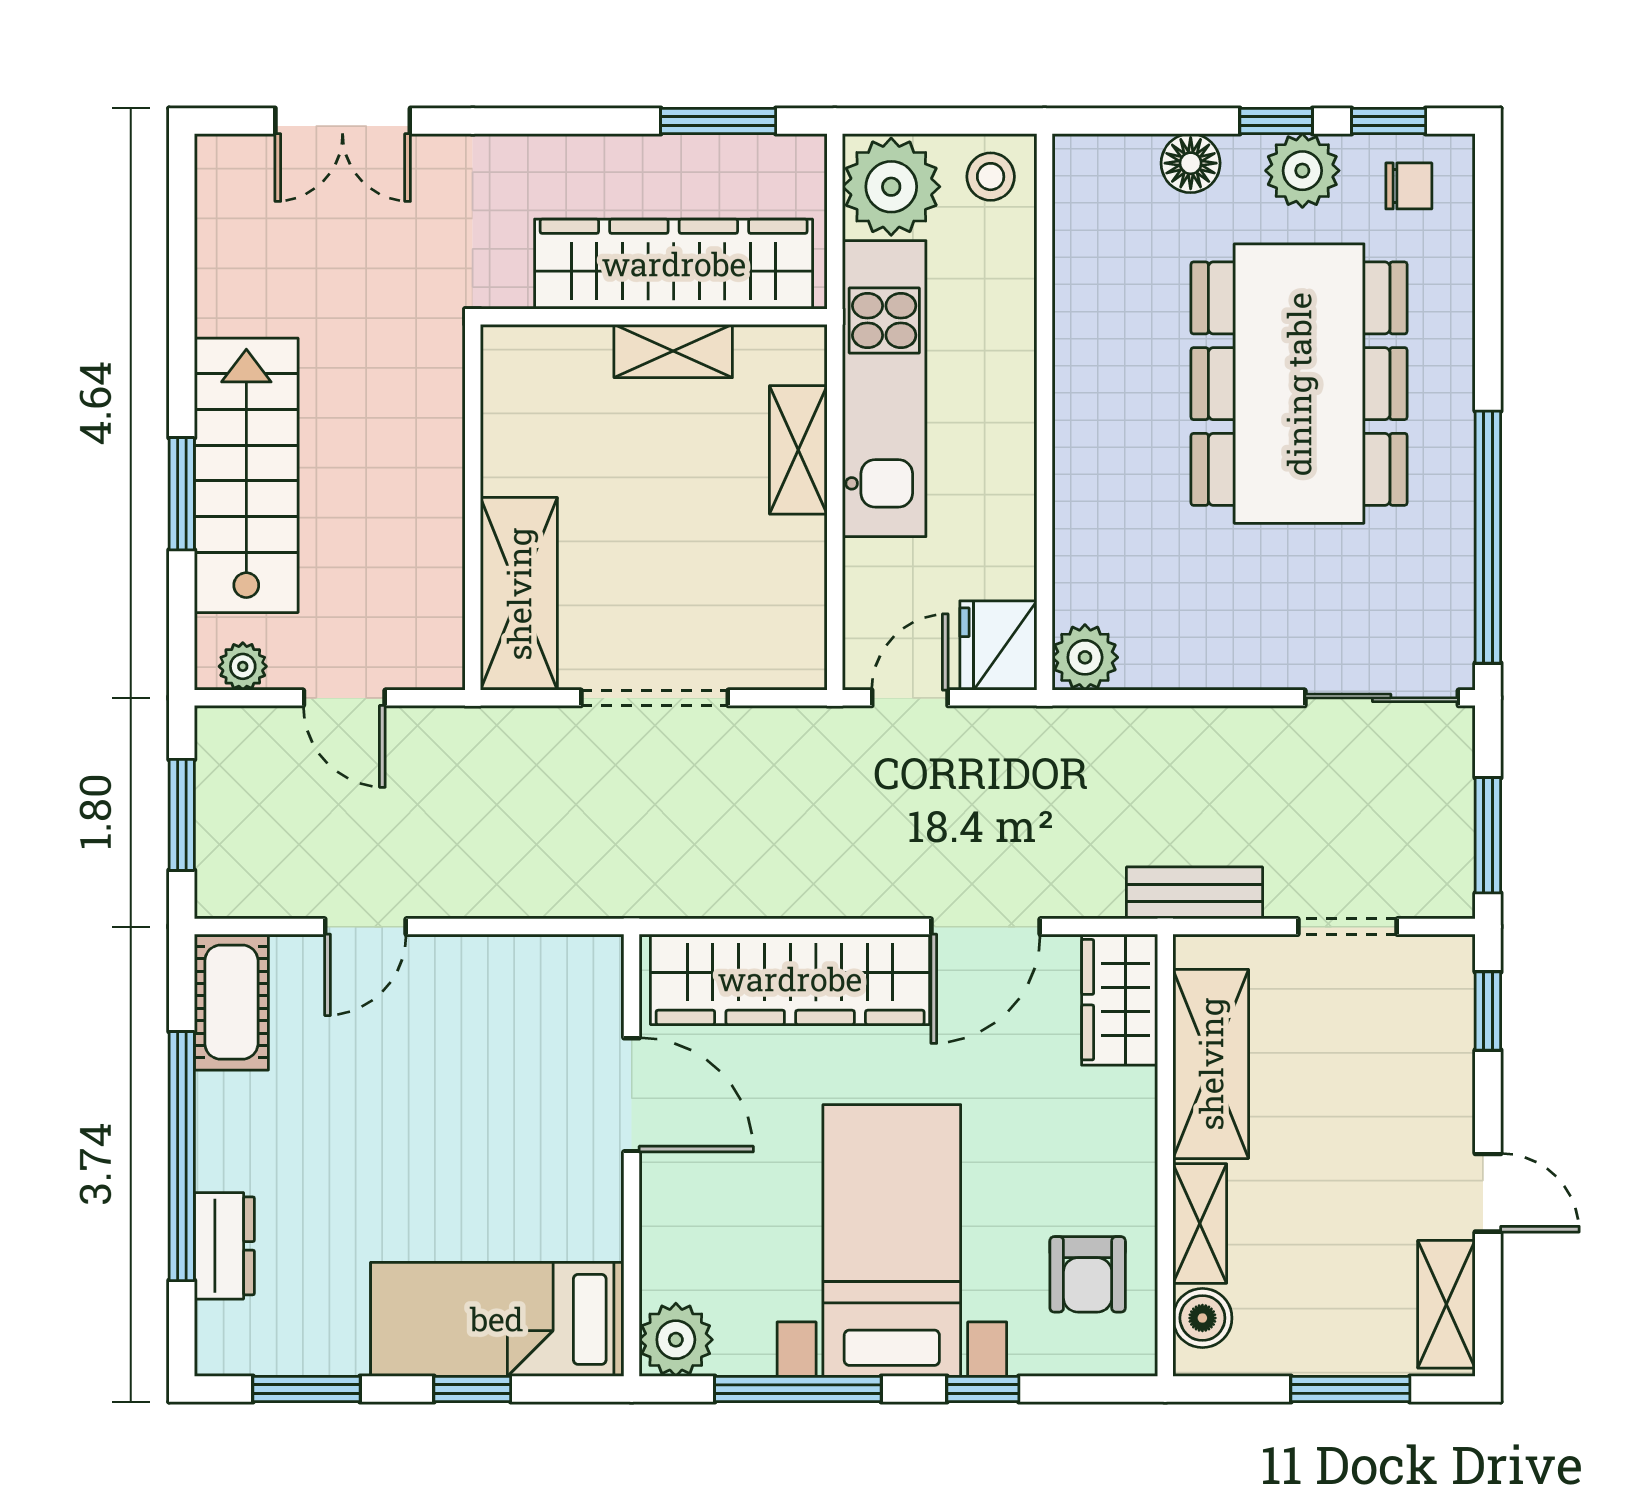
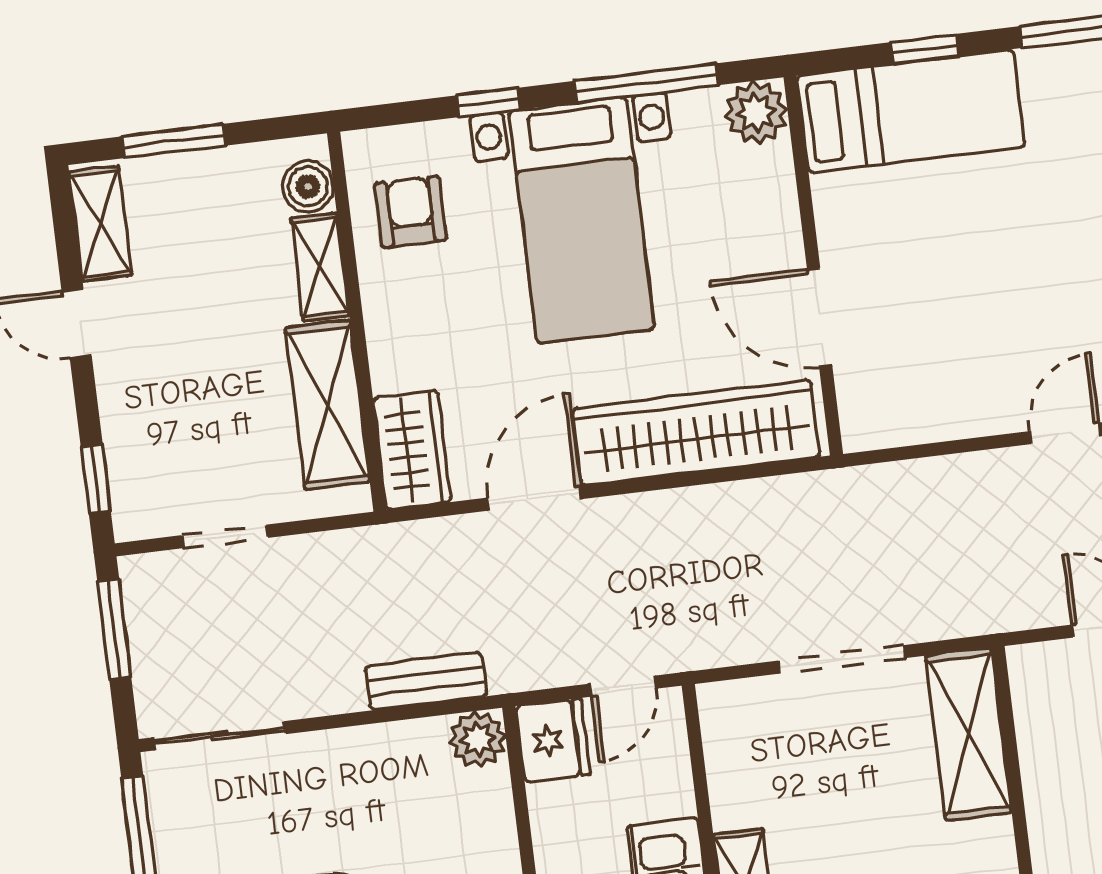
bench: (1195, 893) -> (426, 681), moved

